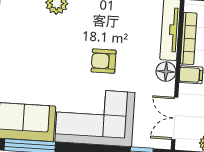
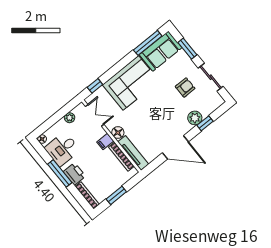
armchair: (104, 61) -> (185, 87), moved

